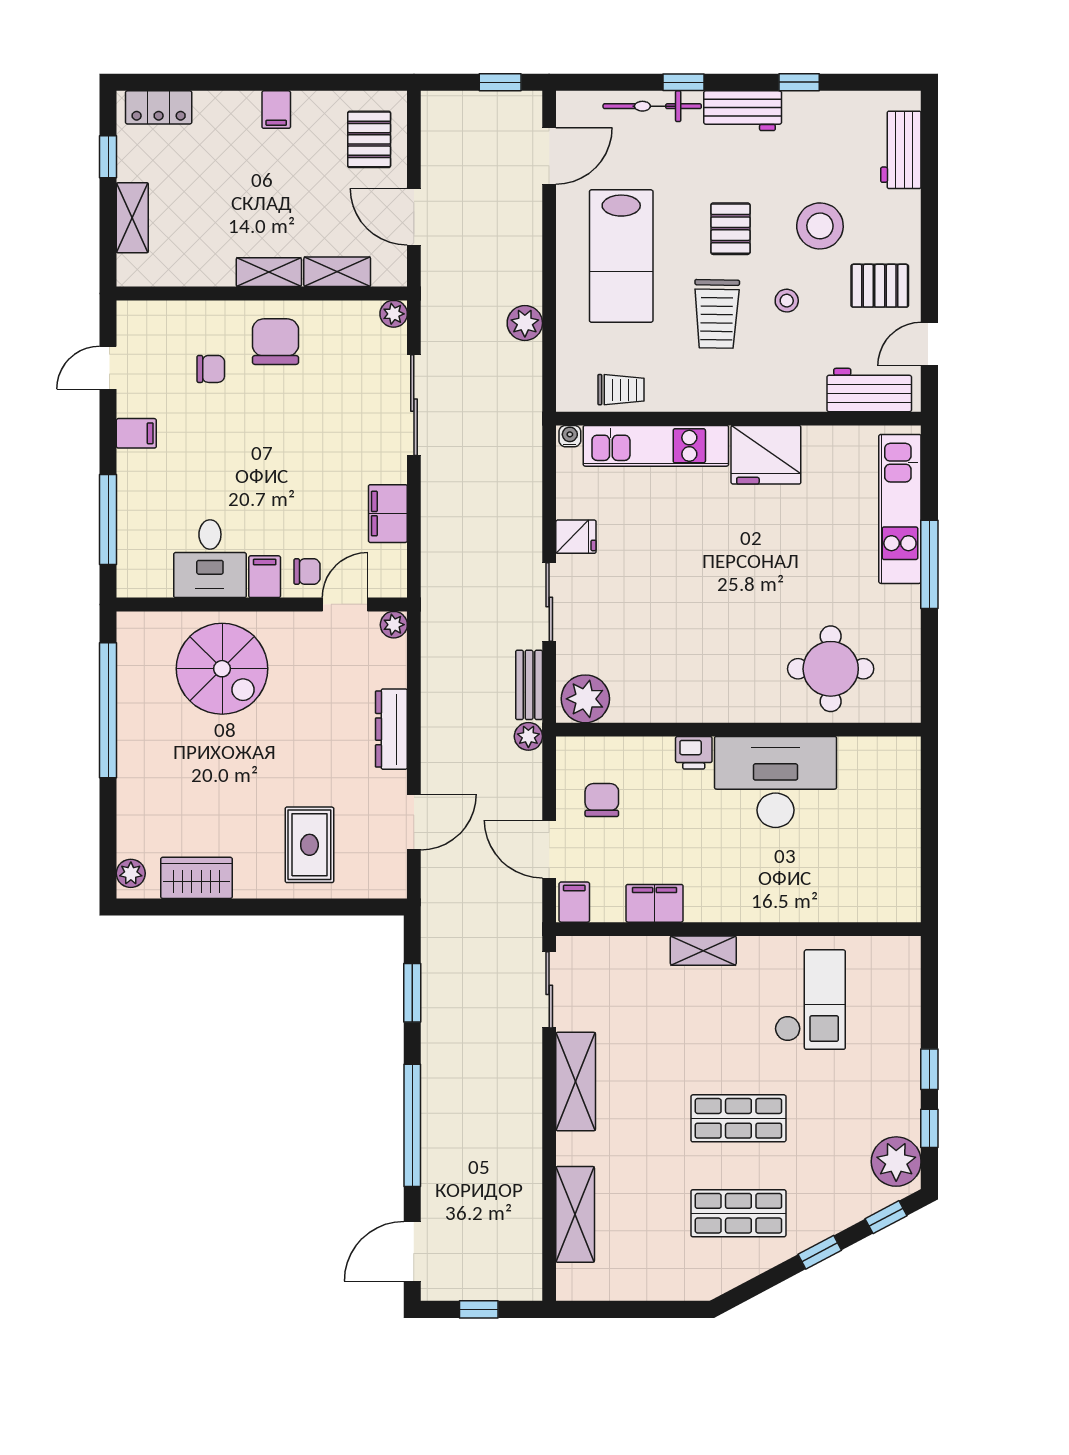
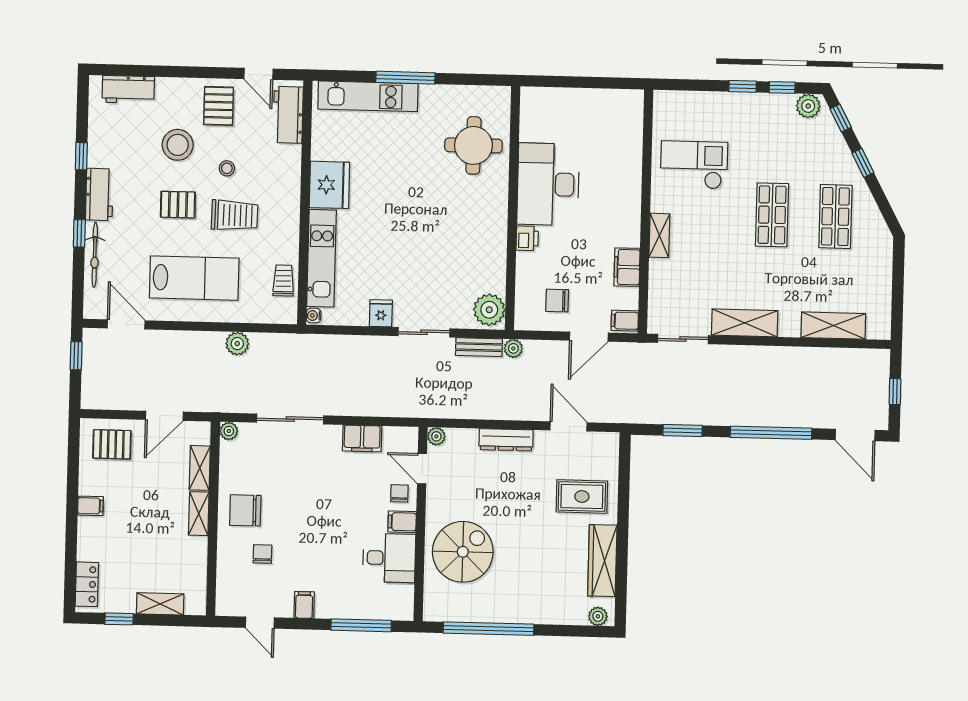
wardrobe: (197, 878) -> (602, 561), width x1.50
plant: (896, 1162) -> (808, 106), width x0.73, depth x0.73

